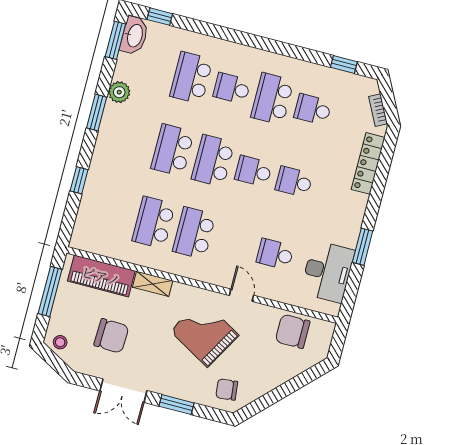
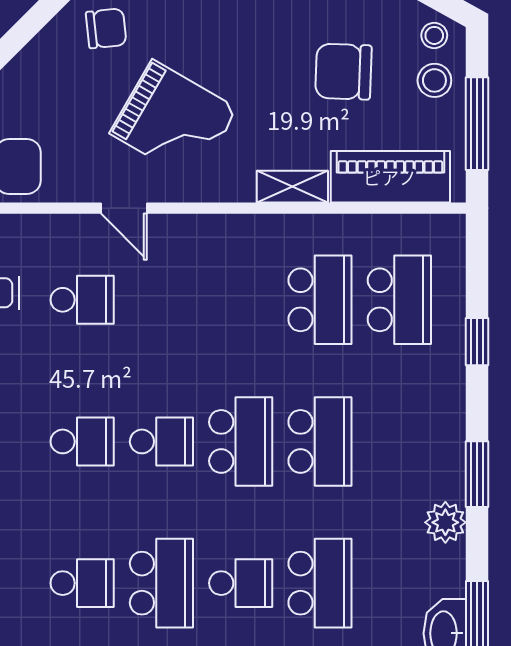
school desk: (194, 233) -> (399, 300), moved
stool: (66, 319) -> (434, 80), added

